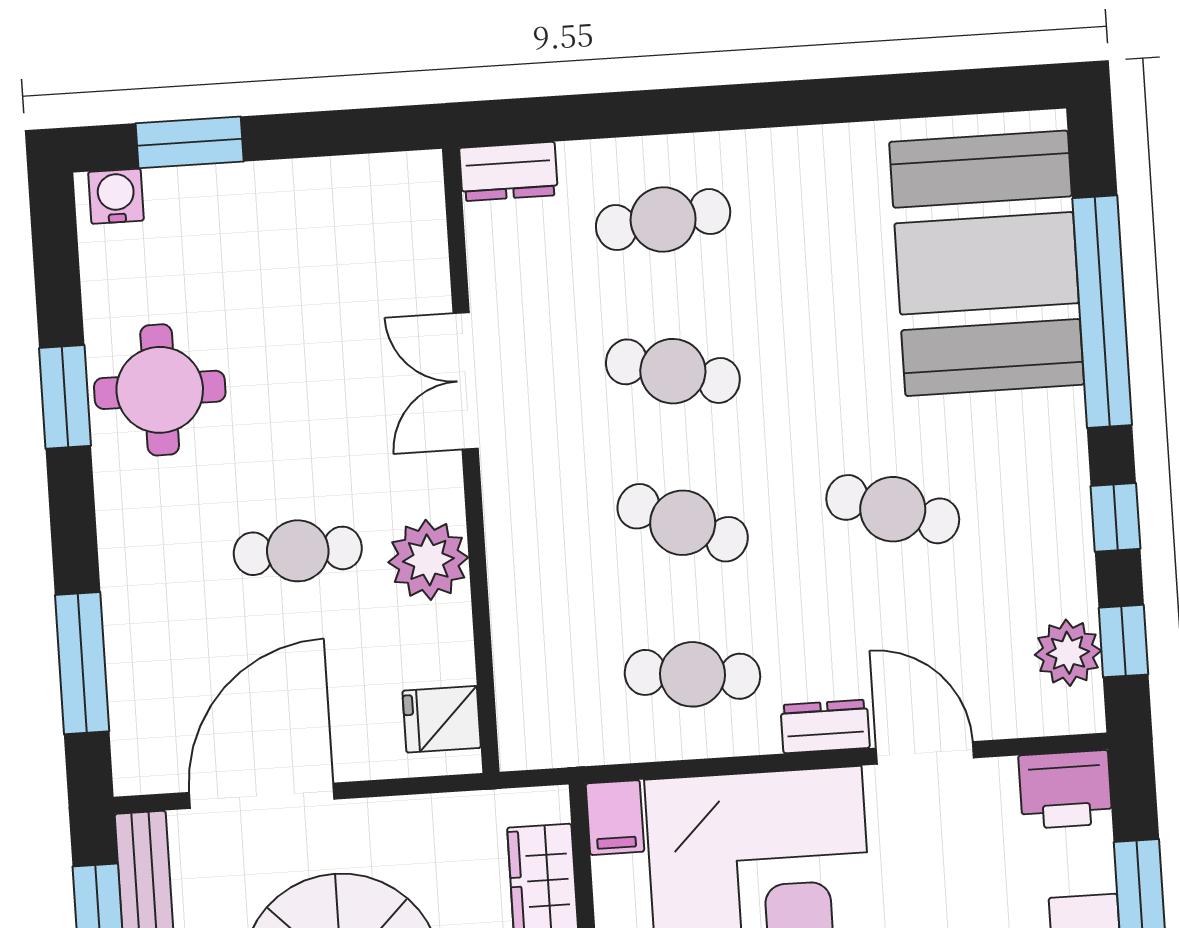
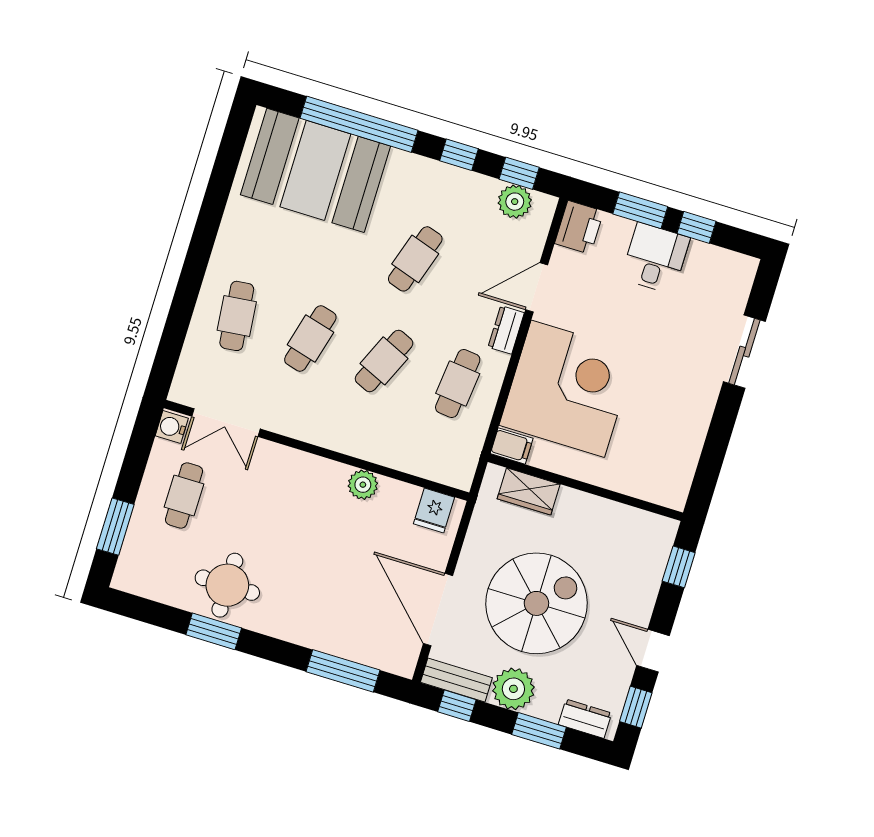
dresser: (509, 171) -> (186, 381), removed
water cooler: (116, 196) -> (172, 427), moved
double door: (466, 381) -> (226, 423), moved
cafe table: (298, 551) -> (184, 495), moved
plant: (428, 560) -> (363, 485), width x0.73, depth x0.73

